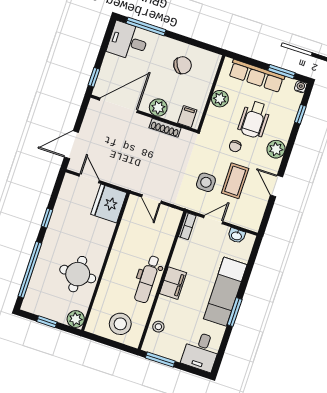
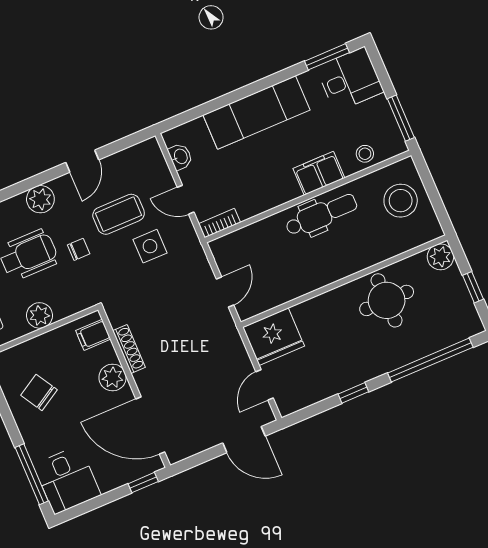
filing cabinet: (173, 283) -> (319, 173), moved
window: (235, 312) -> (327, 57), moved

